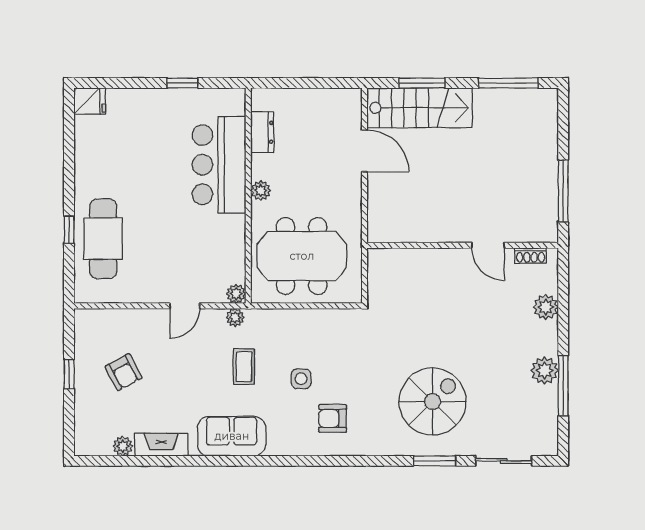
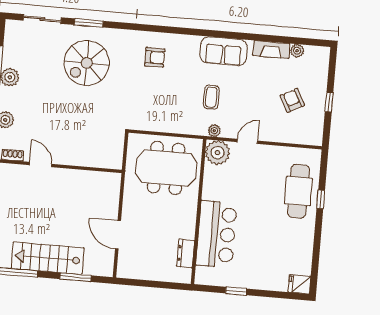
stairs: (420, 108) -> (48, 258), moved
plant: (261, 191) -> (190, 214), removed
plant: (236, 294) -> (218, 153), width x1.88, depth x1.88
side table: (301, 379) -> (174, 86), removed

